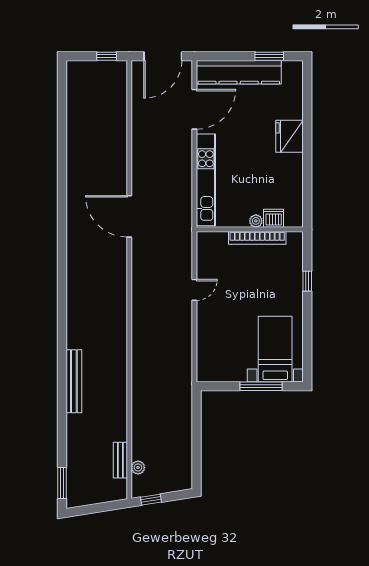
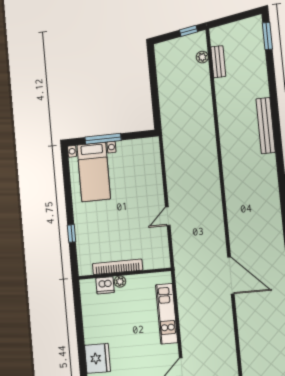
kitchen unit: (206, 180) -> (167, 314), width x0.73

